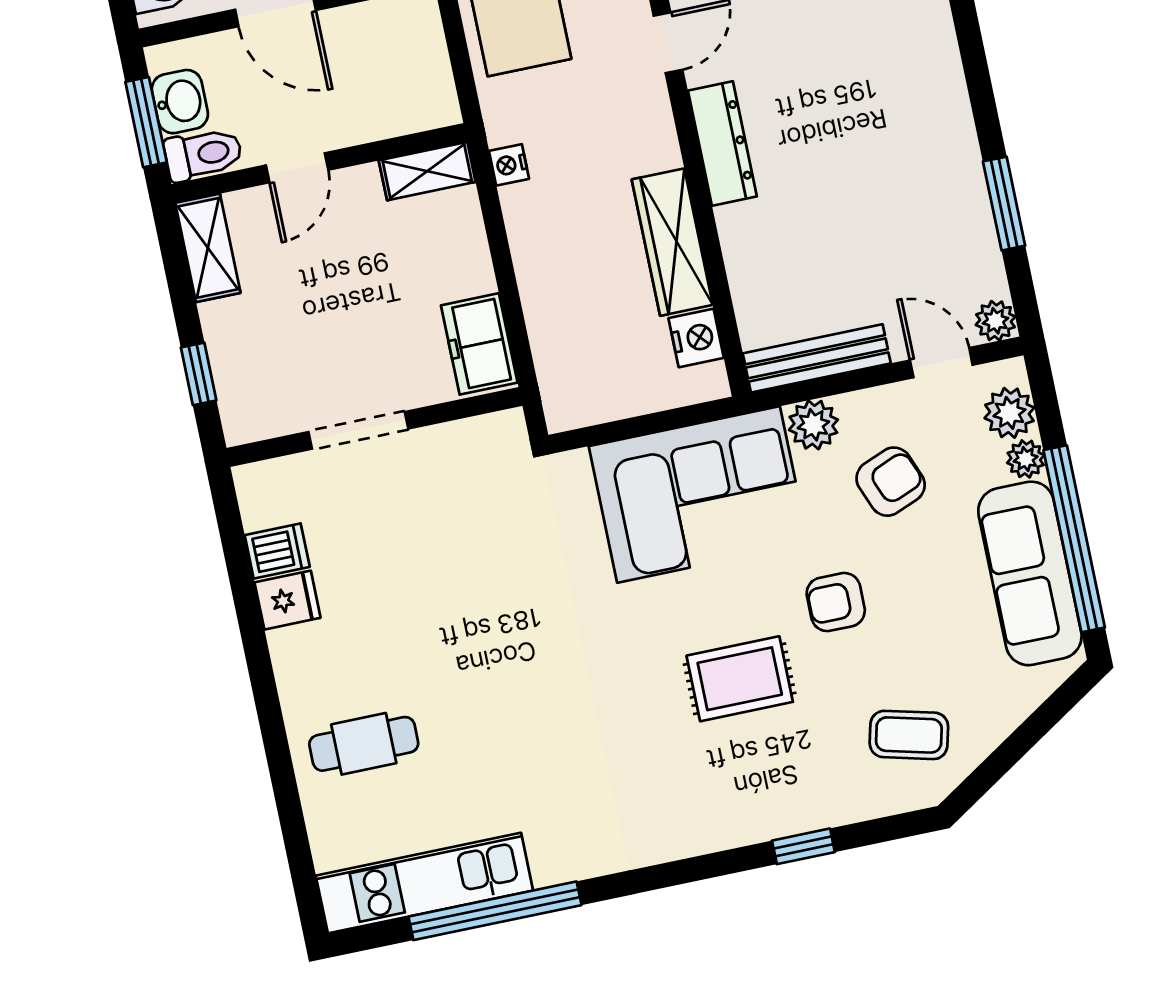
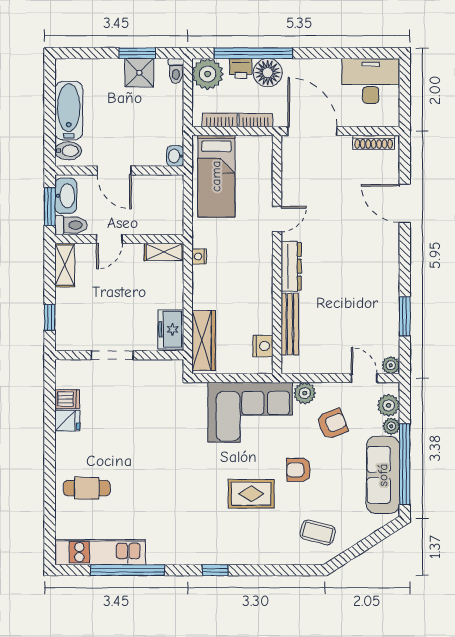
washbasin: (180, 102) -> (66, 196), width x1.38
wardrobe: (672, 242) -> (204, 340), moved, turned 180
bench: (817, 358) -> (290, 324), moved, turned 90
window: (803, 846) -> (215, 570), moved

